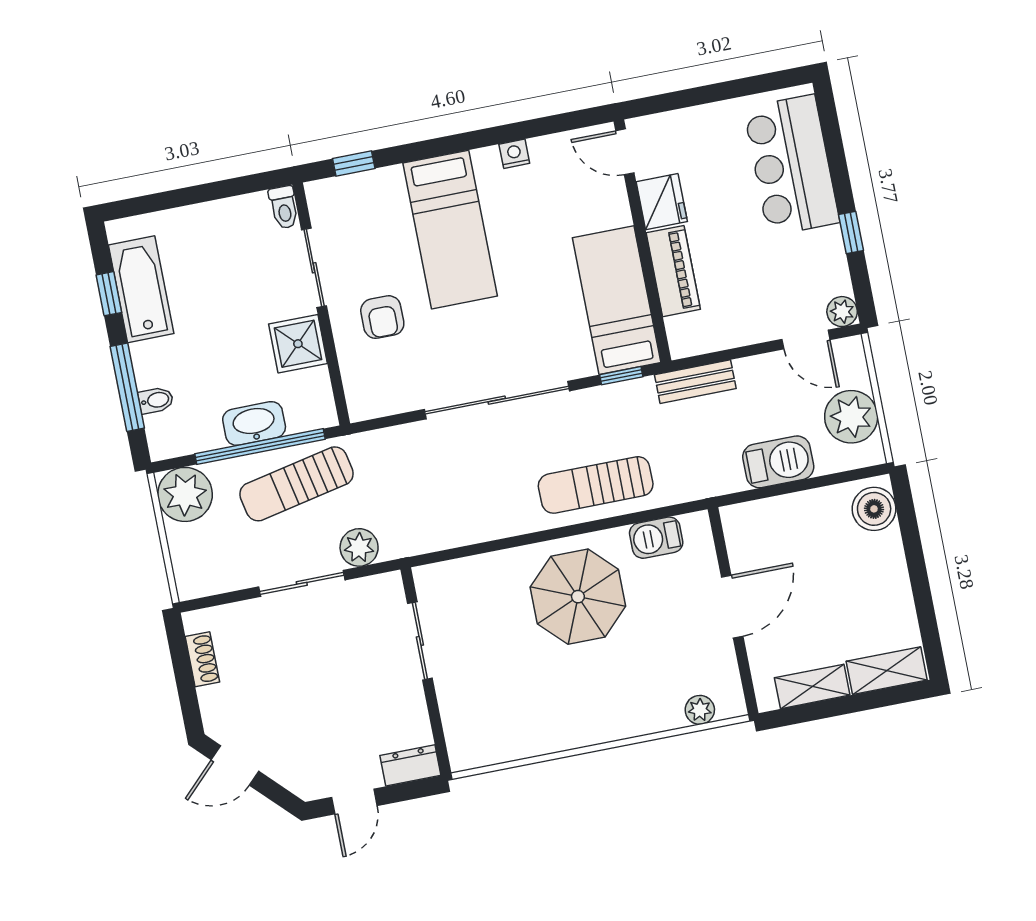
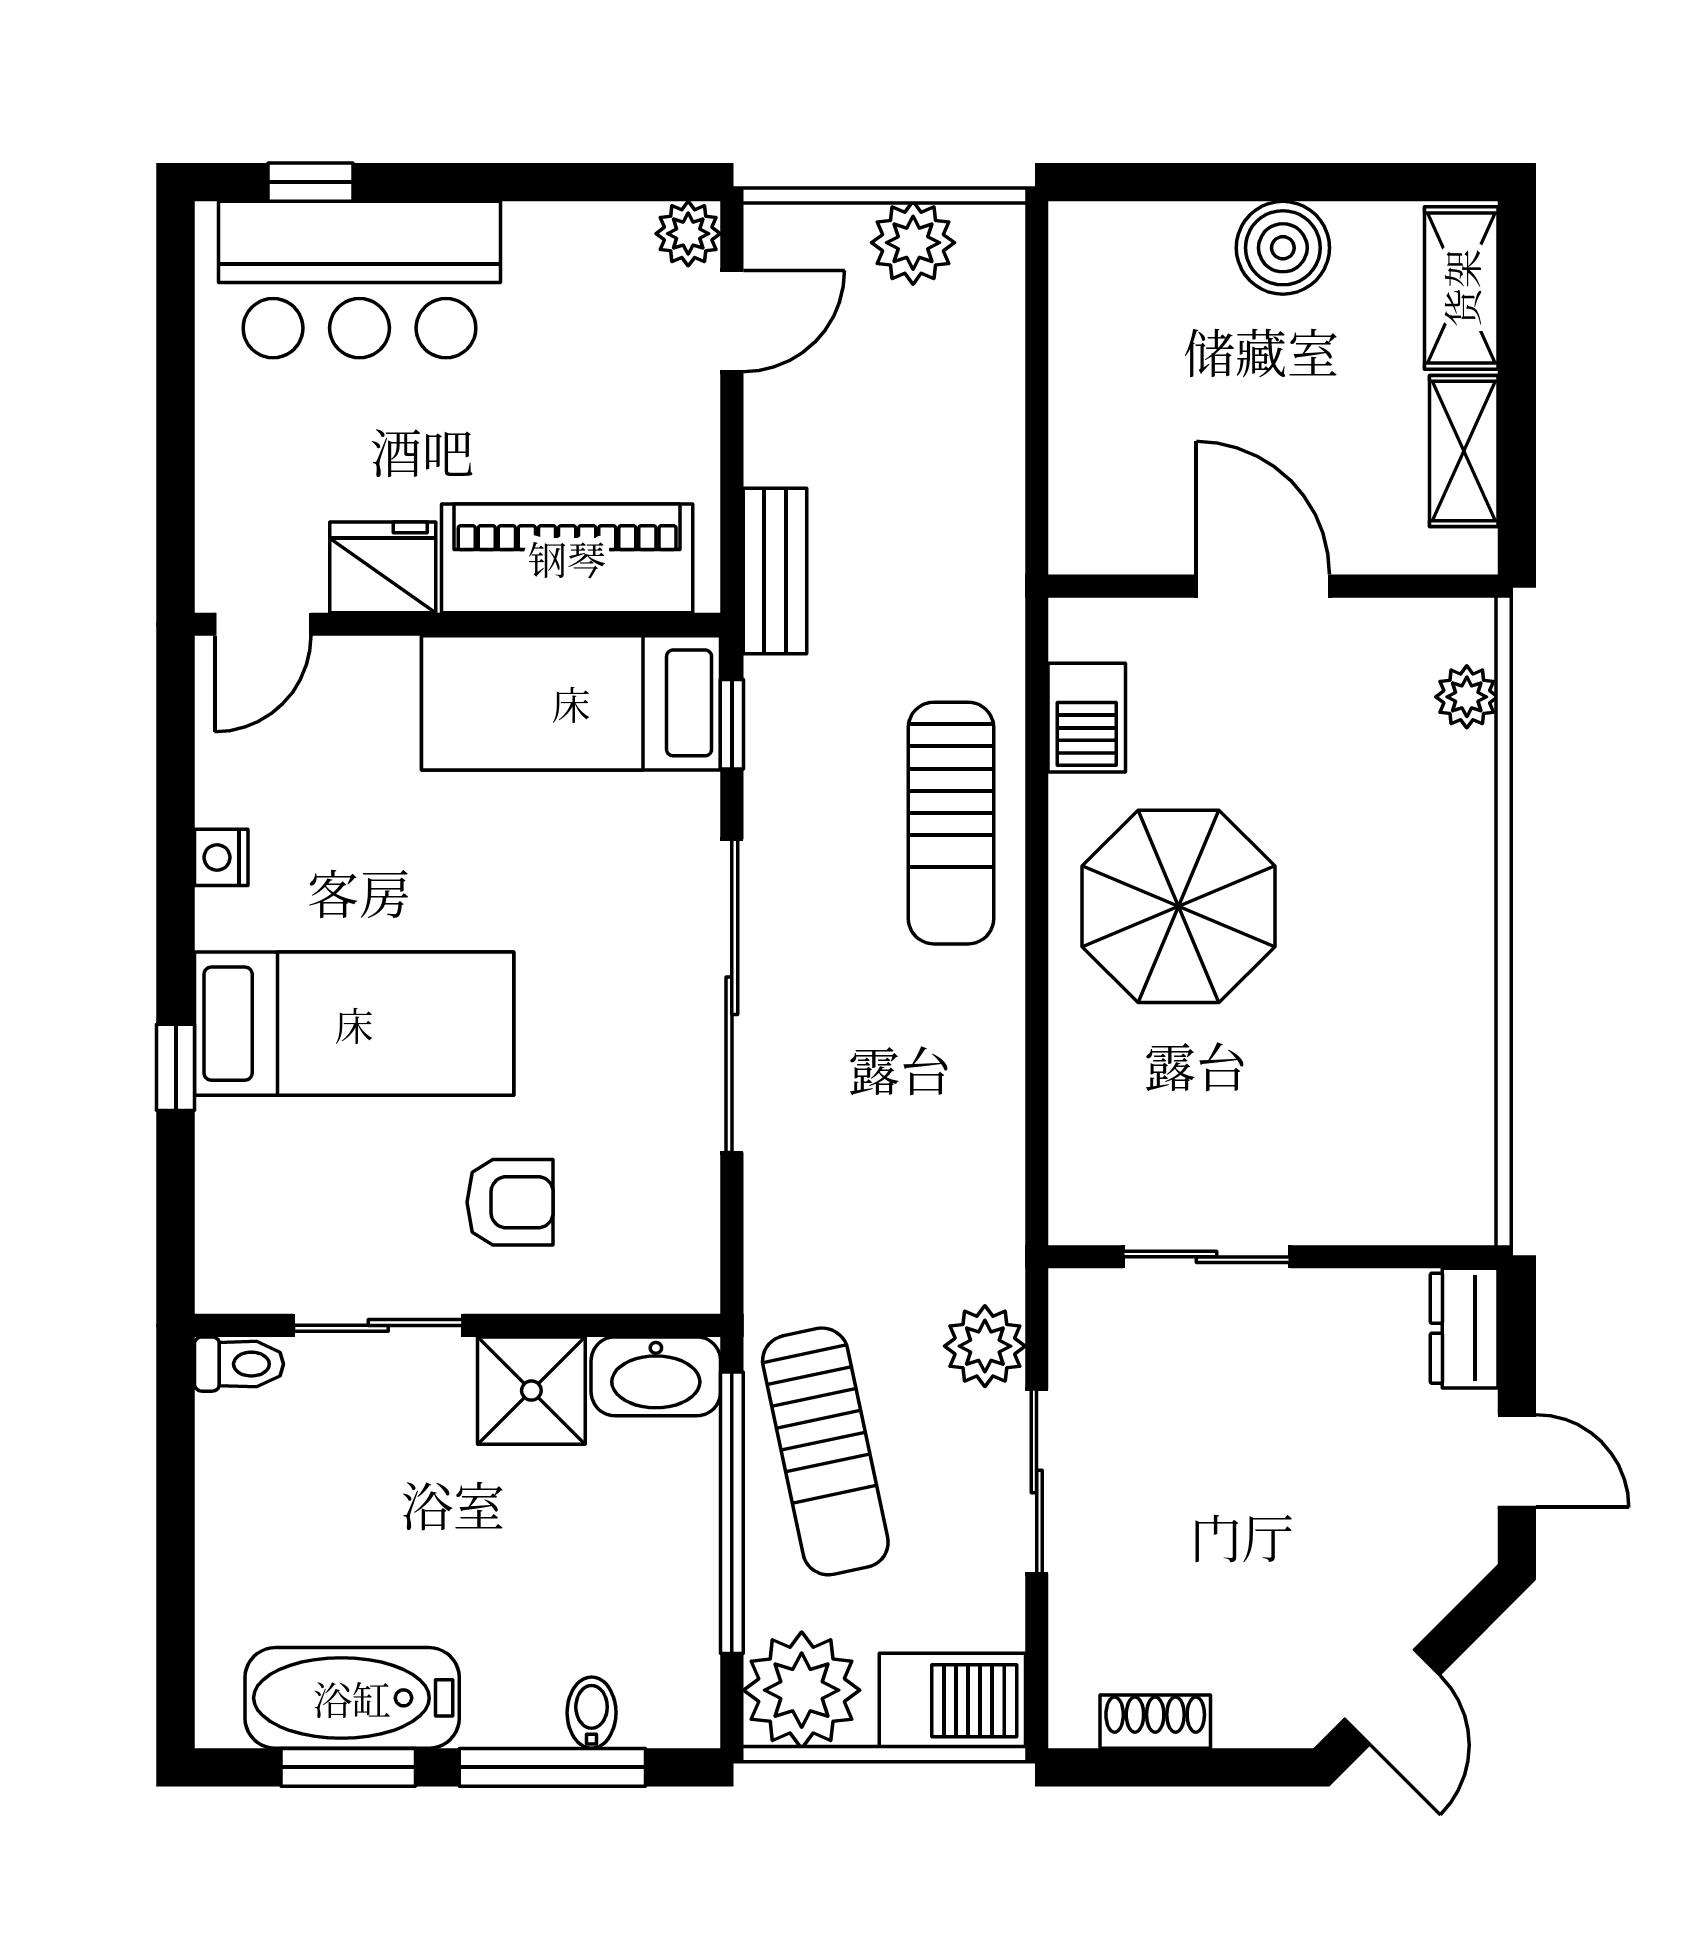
window: (354, 164) -> (176, 1067), moved
window: (851, 232) -> (310, 182), moved
piano: (673, 271) -> (567, 558), width x1.37, depth x1.33
window: (109, 294) -> (348, 1767), width x1.50
plant: (851, 417) -> (913, 243), width x0.73, depth x0.73
washbasin: (254, 424) -> (656, 1376), moved, turned -90
barbecue: (778, 462) -> (952, 1701), moved, turned 90
boiler: (874, 509) -> (1283, 248), moved

